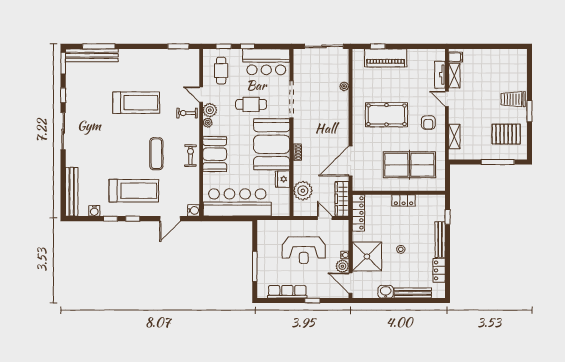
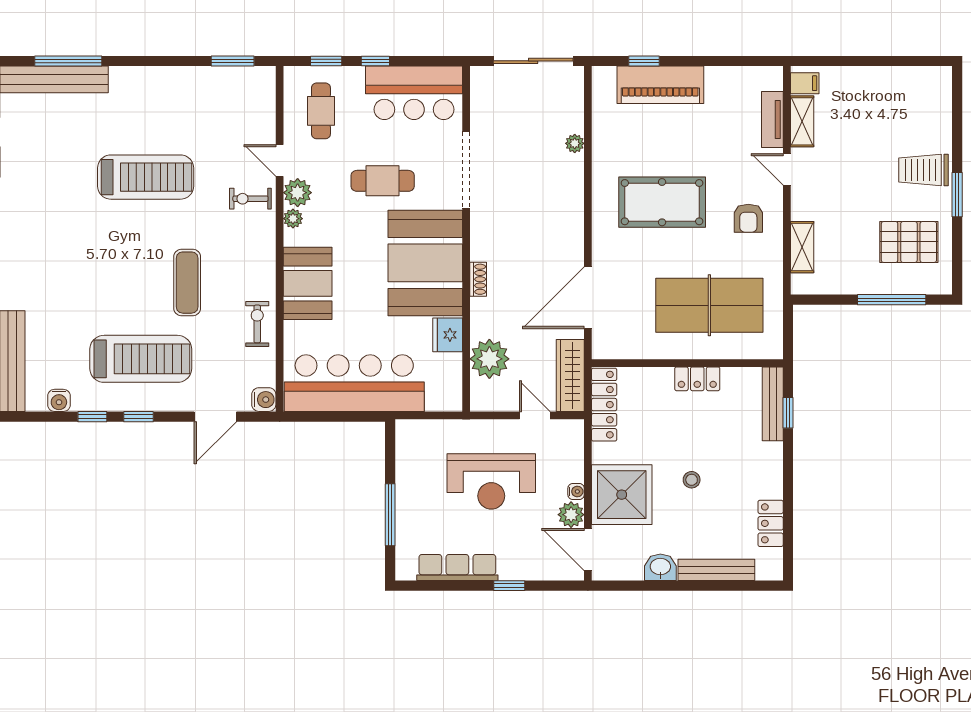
exercise bike: (190, 156) -> (257, 324), moved
bench: (440, 240) -> (773, 404), moved

